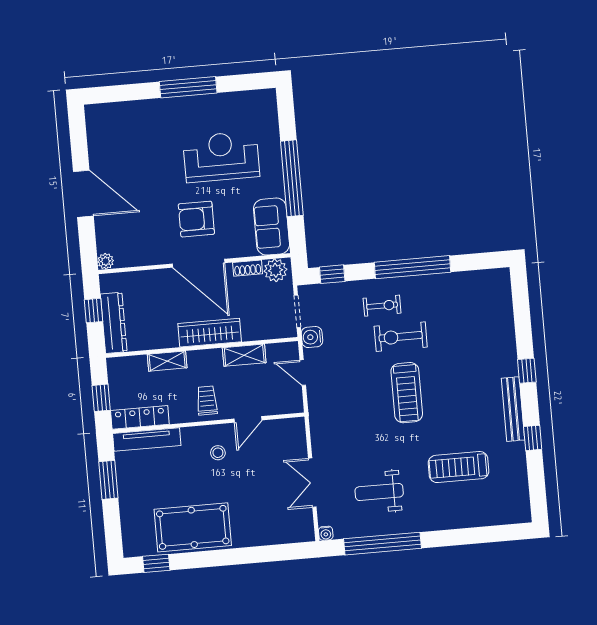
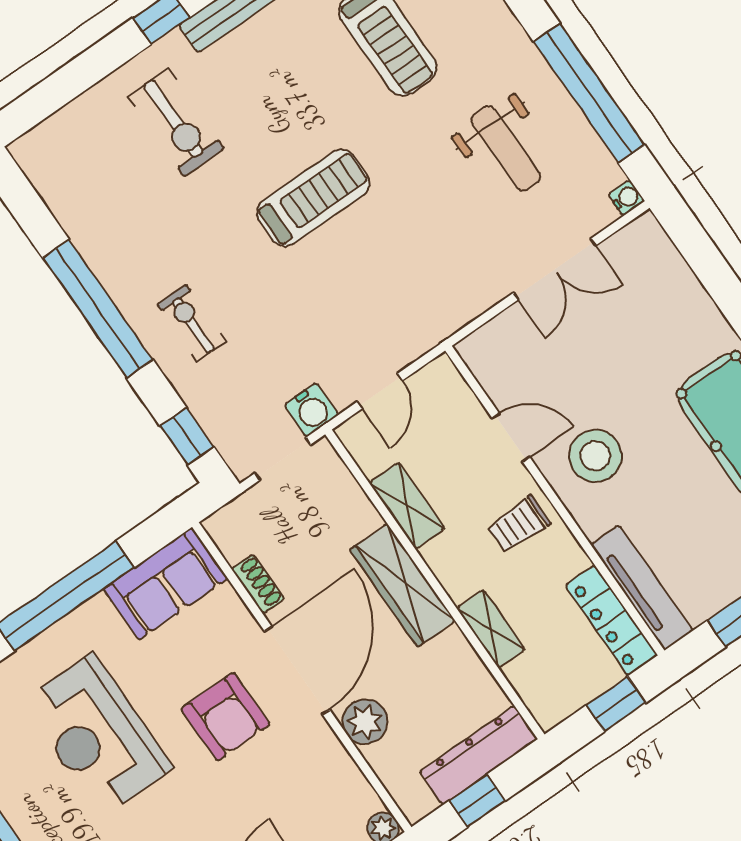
plant: (275, 270) -> (365, 722), moved
exercise bike: (401, 337) -> (176, 123), moved
stool: (218, 453) -> (595, 456), width x1.89, depth x1.89

